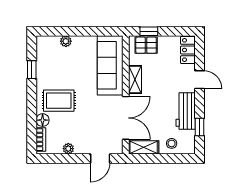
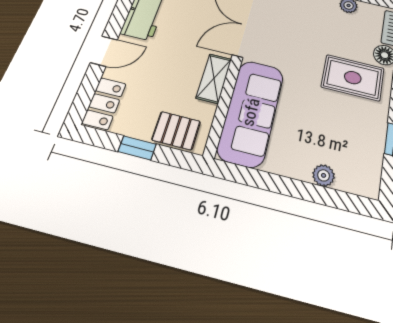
window: (149, 31) -> (137, 148), moved
door: (199, 80) -> (104, 51), swing flipped

